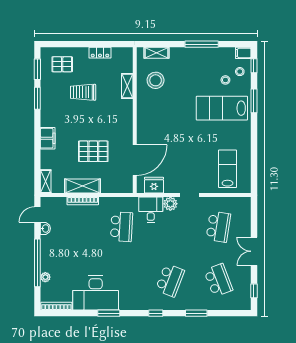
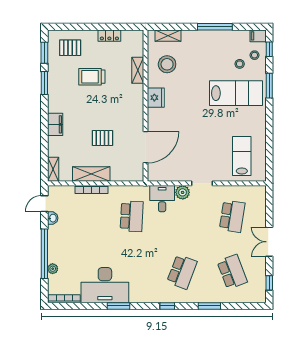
lab bench: (222, 108) -> (236, 93), turned 180
pallet: (93, 151) -> (102, 138), width x0.67, depth x0.71
fridge: (154, 185) -> (156, 98), moved, turned 90

